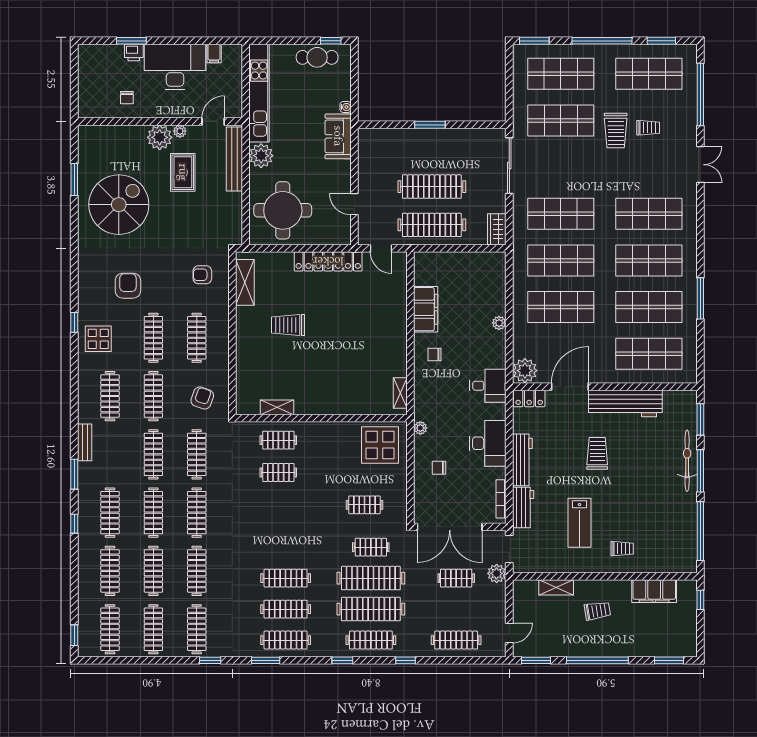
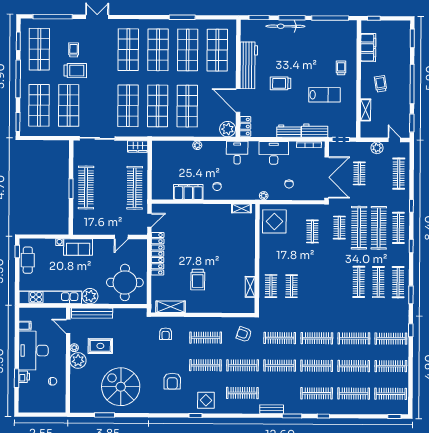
clothes rail: (432, 187) -> (86, 187), moved
armchair: (128, 286) -> (172, 381), turned -90
workbench: (522, 460) -> (289, 131), width x0.73
plant: (497, 573) -> (377, 148), moved

